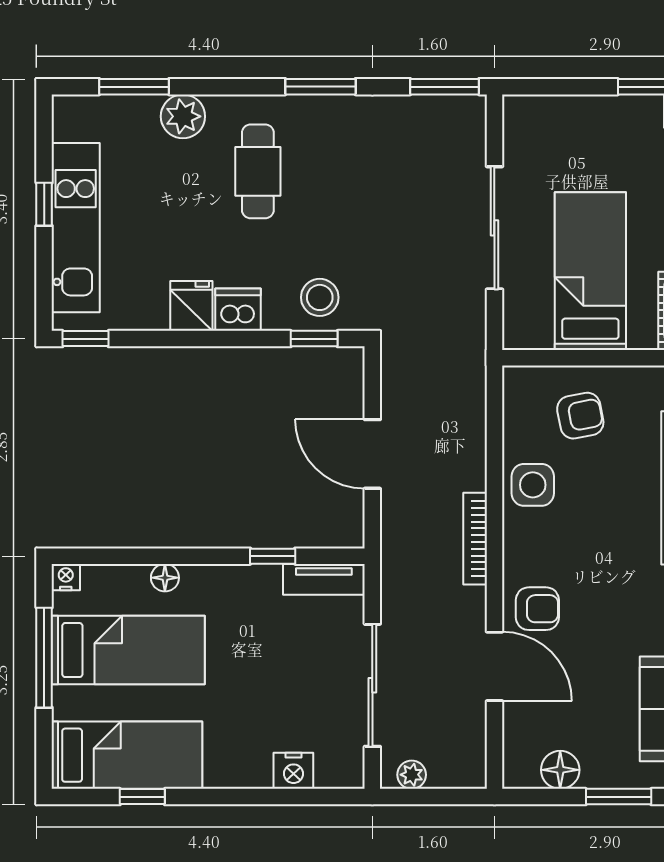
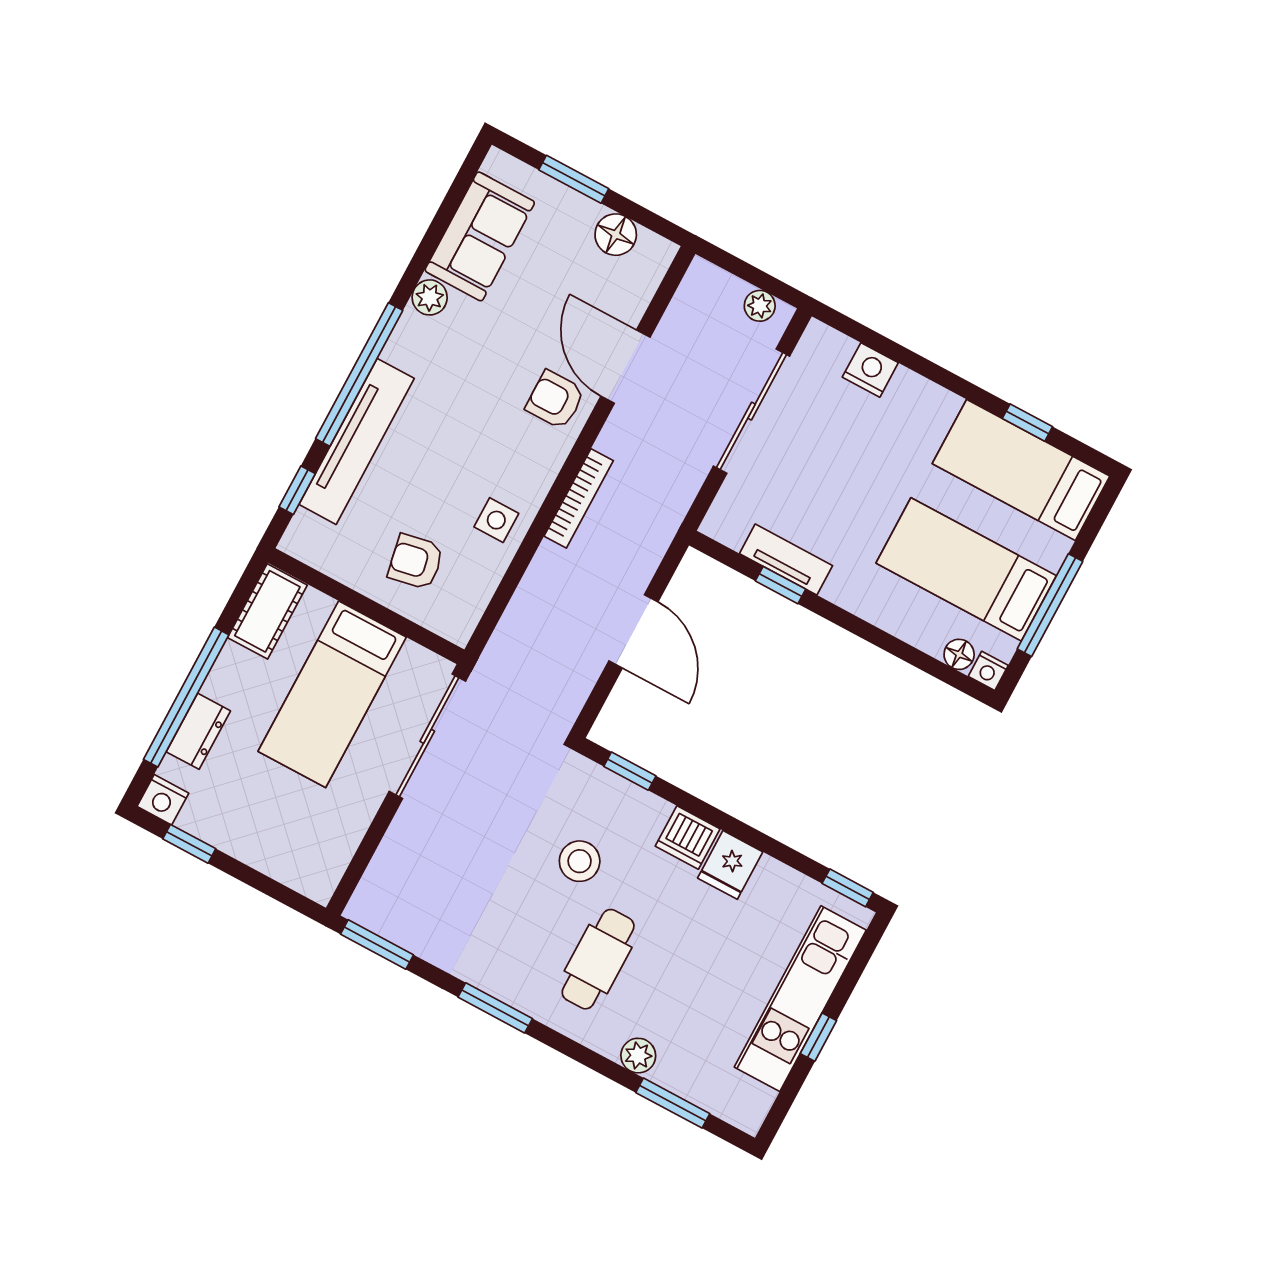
plant: (183, 116) -> (638, 1056), width x0.73, depth x0.73
sliding door: (494, 228) -> (427, 736), moved
stool: (320, 297) -> (580, 861), moved
side table: (533, 485) -> (496, 520), width x0.73, depth x0.73
floor lamp: (165, 578) -> (959, 654), moved
tv unit: (324, 579) -> (786, 560), moved

